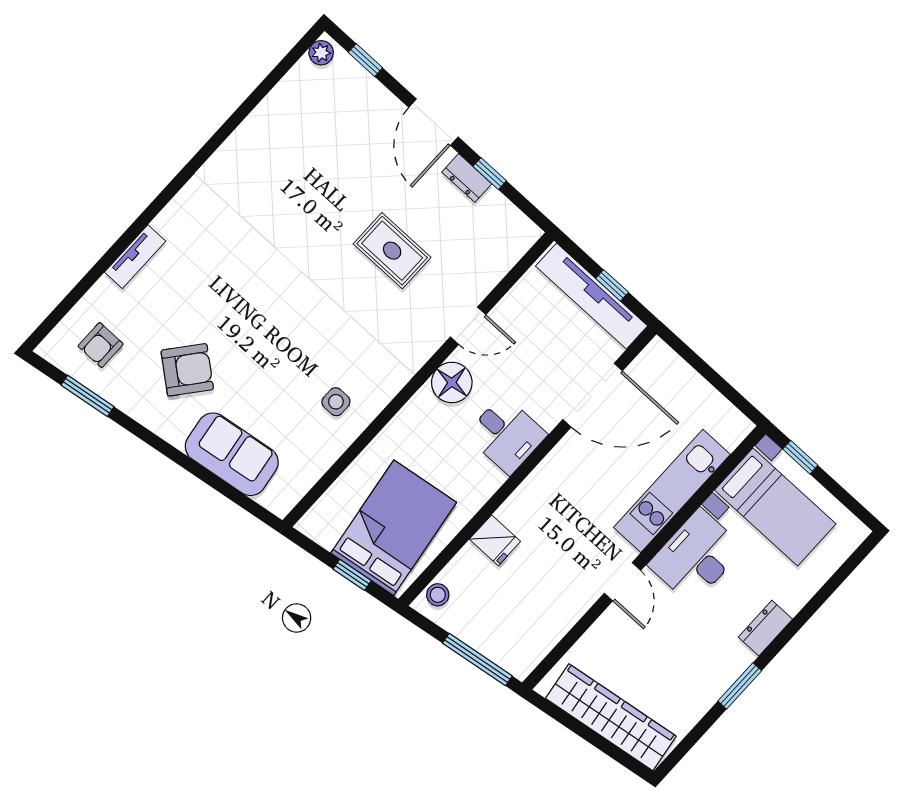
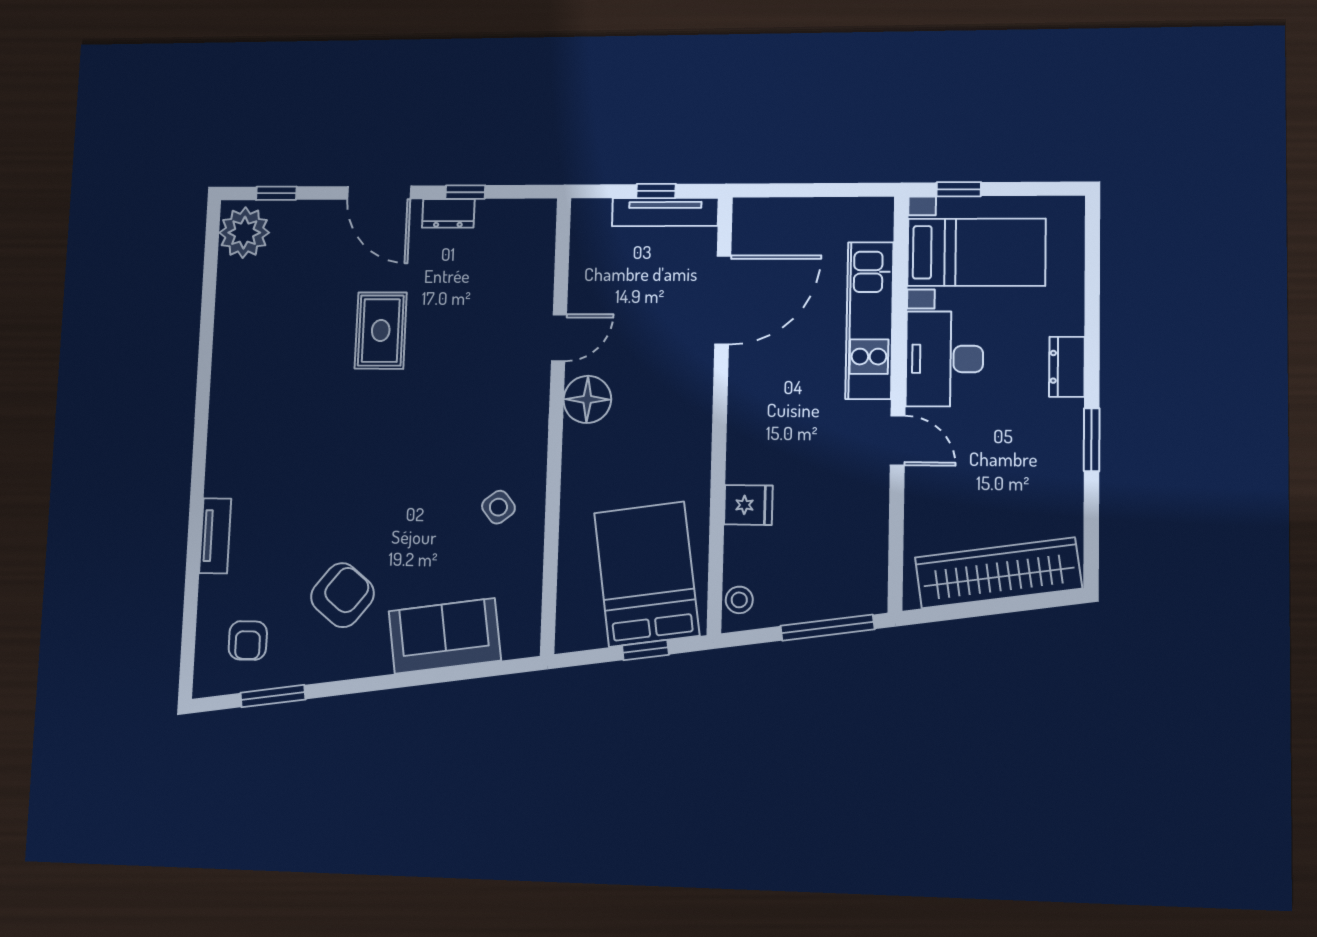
plant: (321, 53) -> (244, 233), width x1.87, depth x1.87
rug: (392, 251) -> (381, 330), moved, turned 90
tv unit: (592, 296) -> (665, 212), width x0.73, depth x0.78
side table: (336, 402) -> (498, 507), turned -38
desk: (506, 435) -> (676, 402), removed

